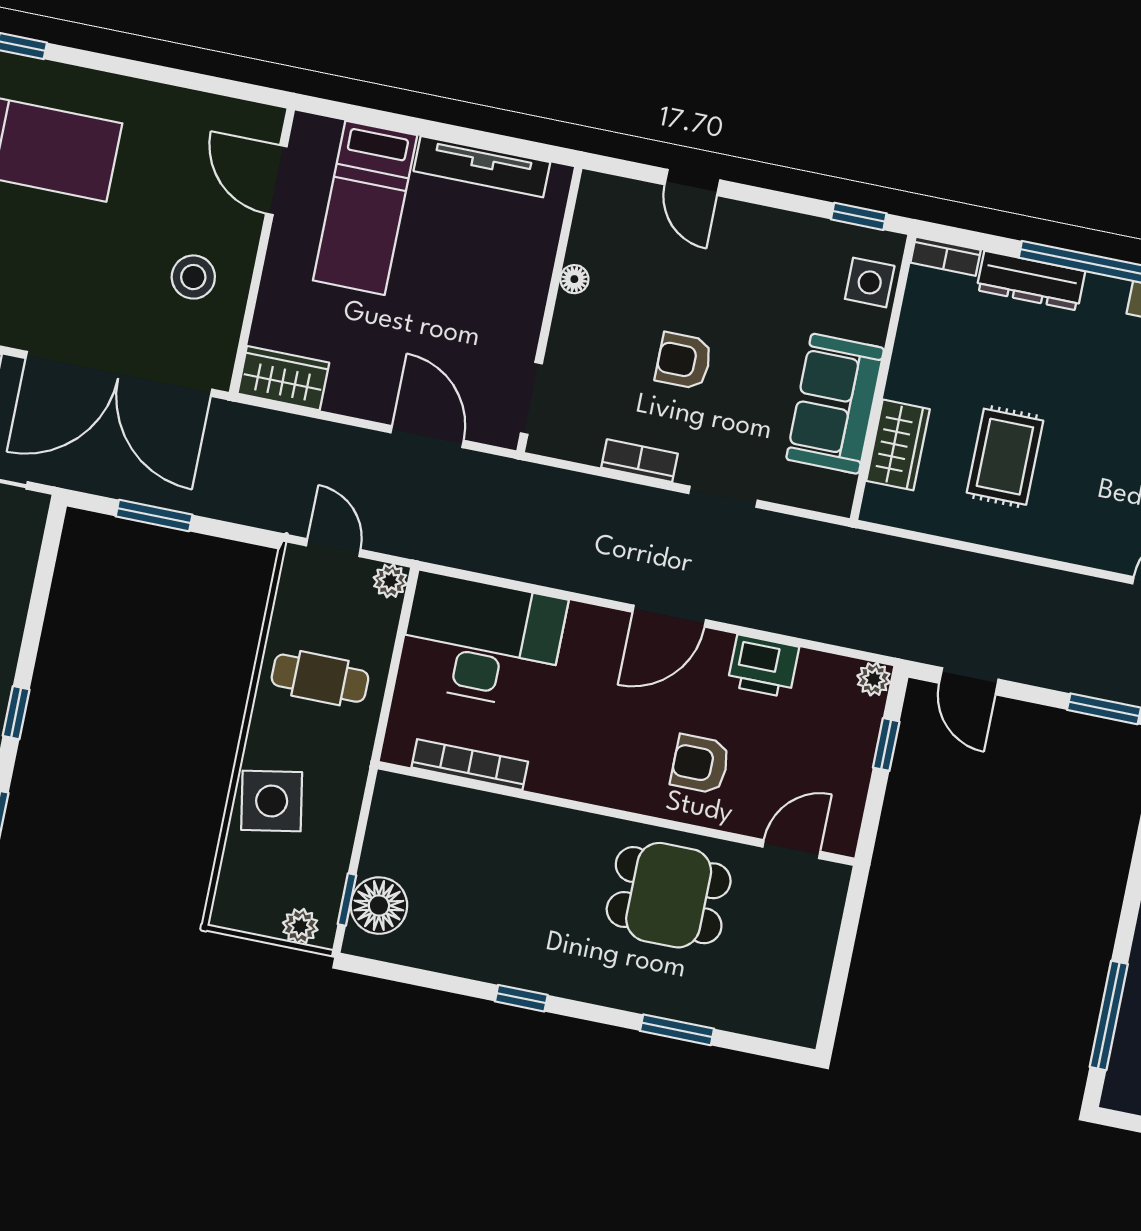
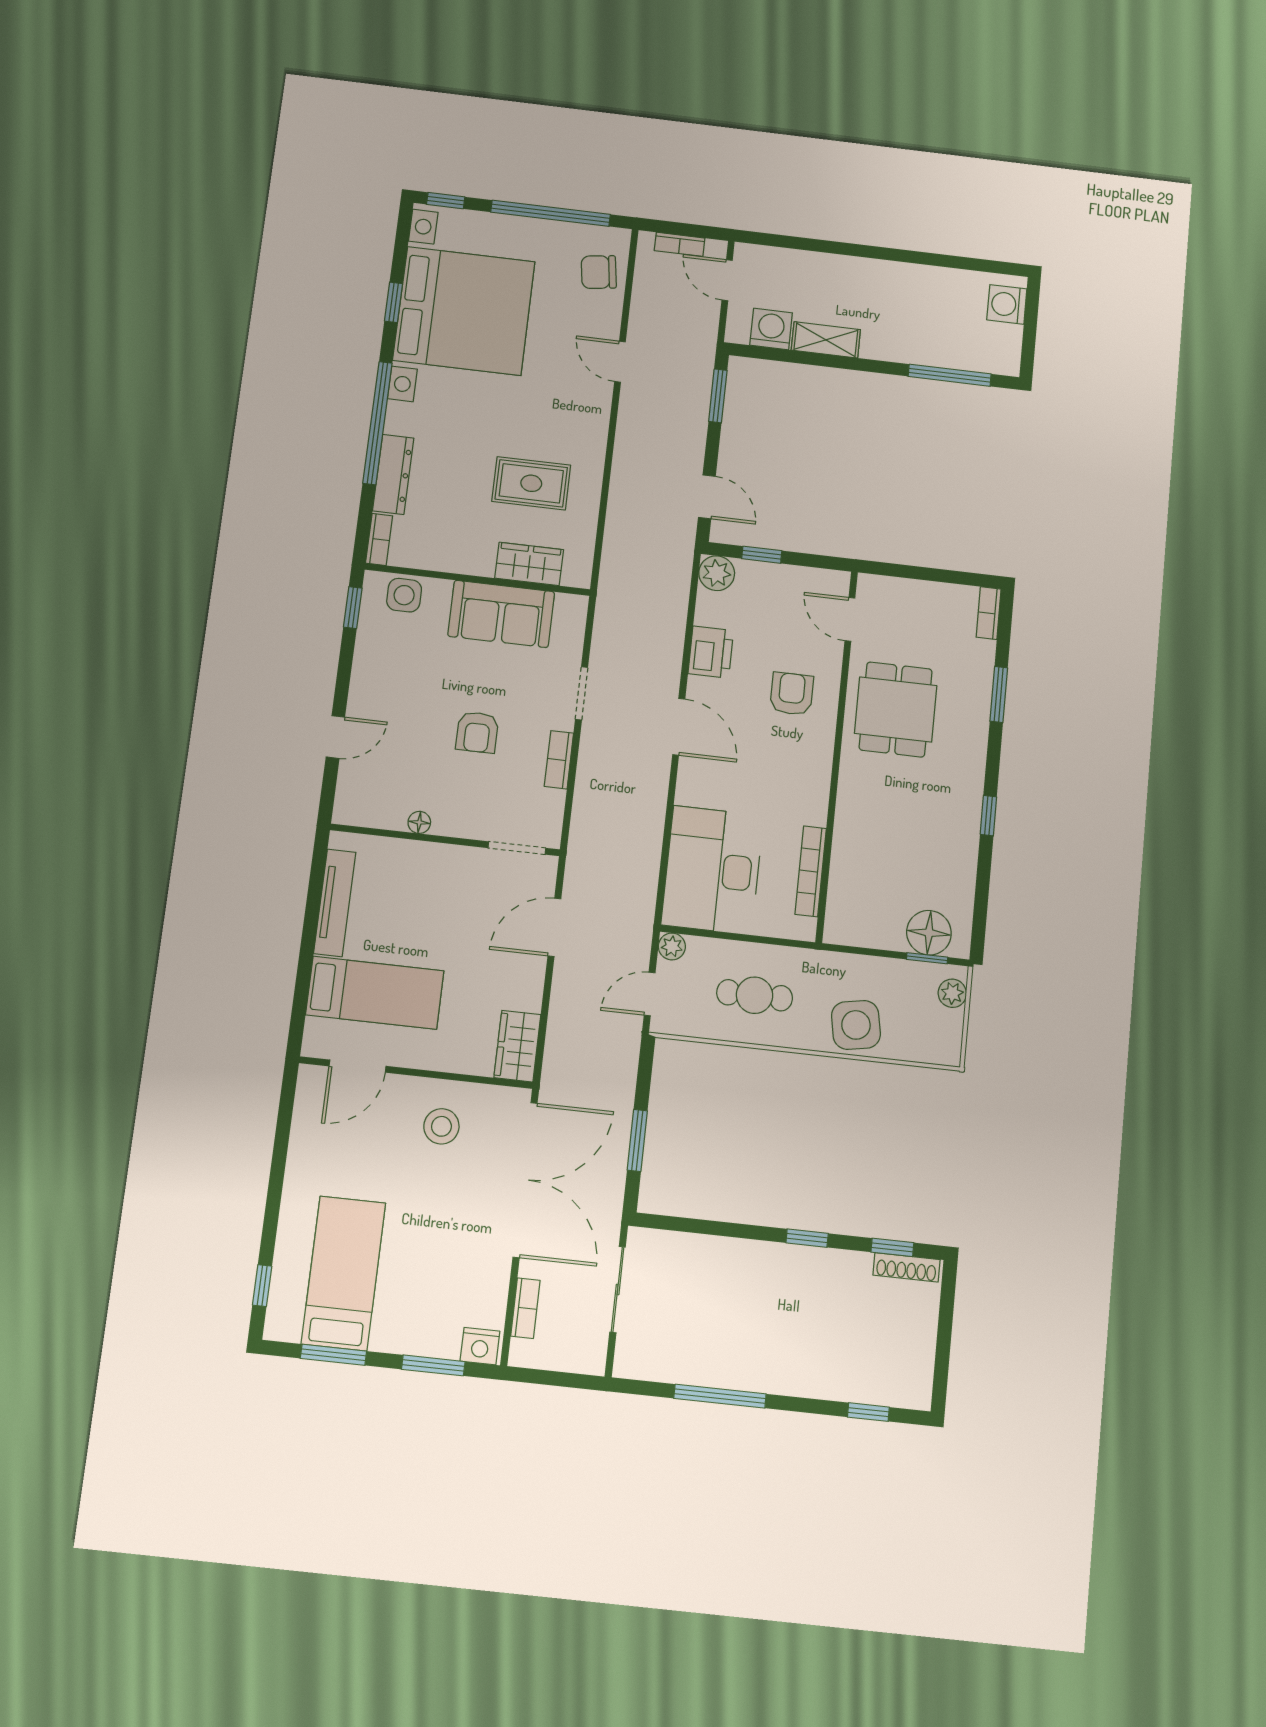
cafe table: (320, 678) -> (755, 995), turned 90
plant: (874, 679) -> (717, 573), width x1.38, depth x1.38
door: (969, 681) -> (707, 497), hinge flipped
armchair: (700, 764) -> (792, 694), turned 180
bookcase: (785, 1029) -> (989, 613), added

